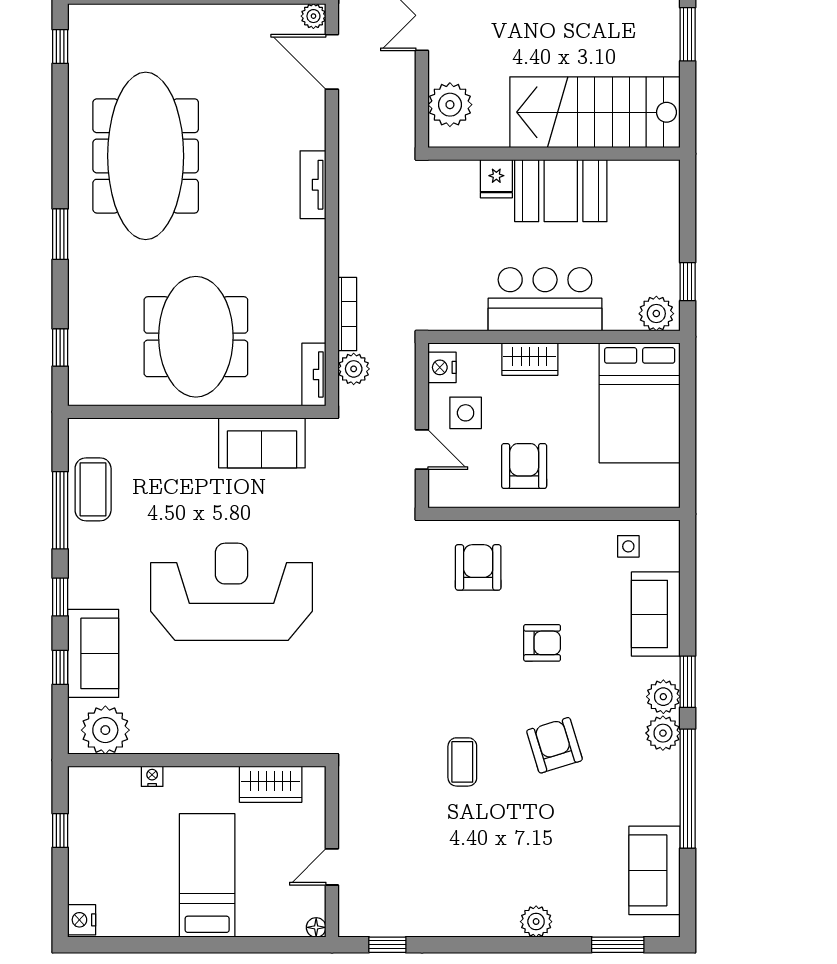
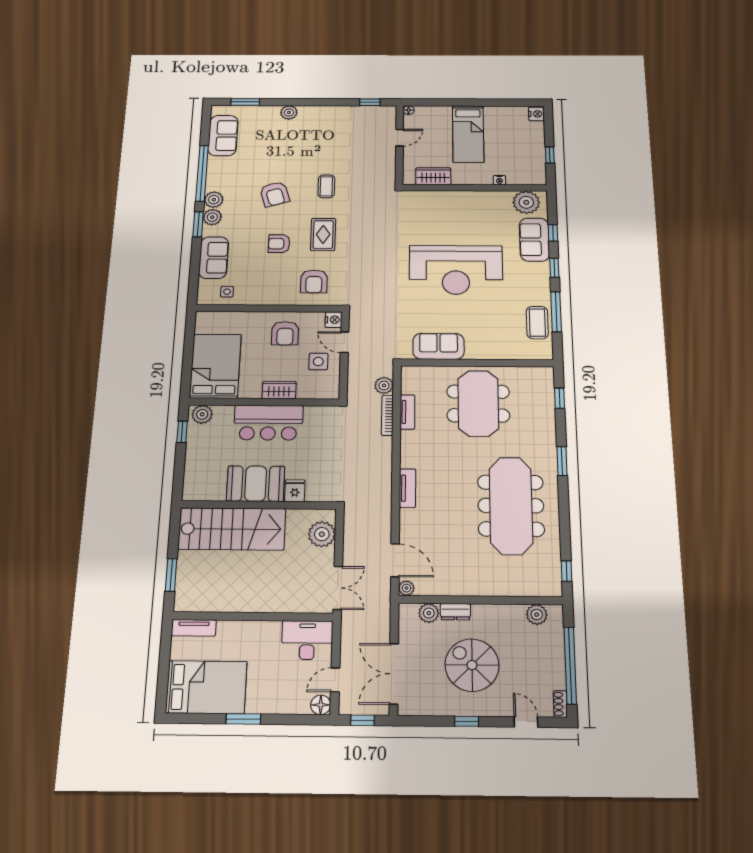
nightstand: (442, 367) -> (333, 320), moved
tv unit: (314, 374) -> (407, 412), moved
rug: (465, 662) -> (323, 234), added

